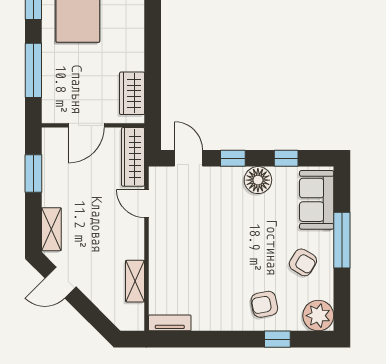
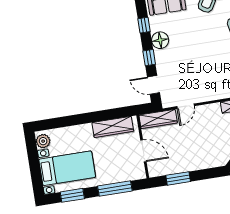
wardrobe: (132, 93) -> (113, 127), width x1.50
door: (189, 158) -> (154, 85), hinge flipped
shelving: (51, 229) -> (210, 162), removed

